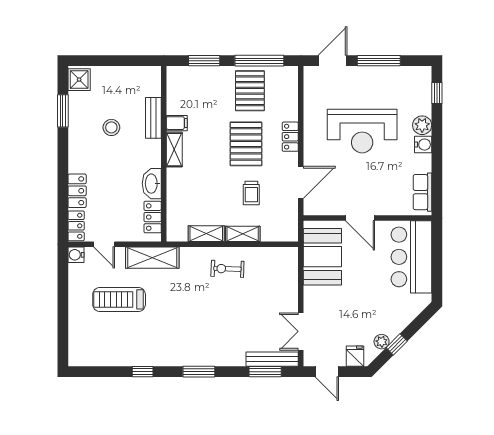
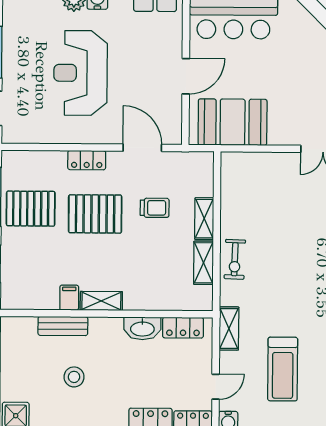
reception desk: (362, 131) -> (81, 73), turned 180
shelving: (152, 258) -> (229, 328), width x0.67, depth x0.75
exercise bike: (227, 269) -> (235, 259), moved

